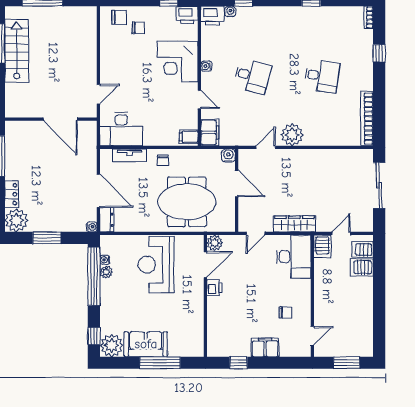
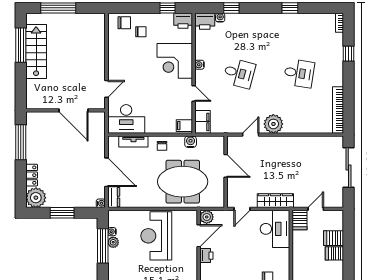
water cooler: (228, 155) -> (191, 142), moved
server rack: (363, 250) -> (334, 253), moved
window: (94, 276) -> (103, 246), width x0.68

